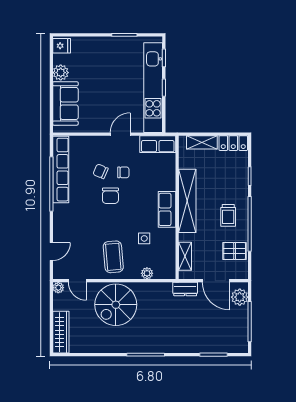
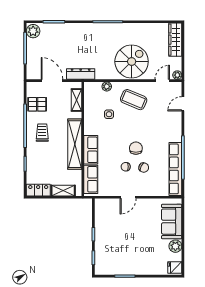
kitchen unit: (153, 88) -> (102, 234), removed
row of seats: (158, 144) -> (91, 179), moved, turned 90
row of seats: (167, 209) -> (91, 150), moved
coffee table: (113, 257) -> (134, 100), turned -62
door: (77, 281) -> (162, 81), hinge flipped
dresser: (185, 289) -> (81, 74), width x1.44
plant: (240, 297) -> (33, 31), moved

